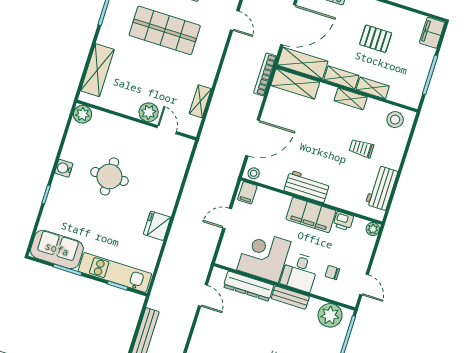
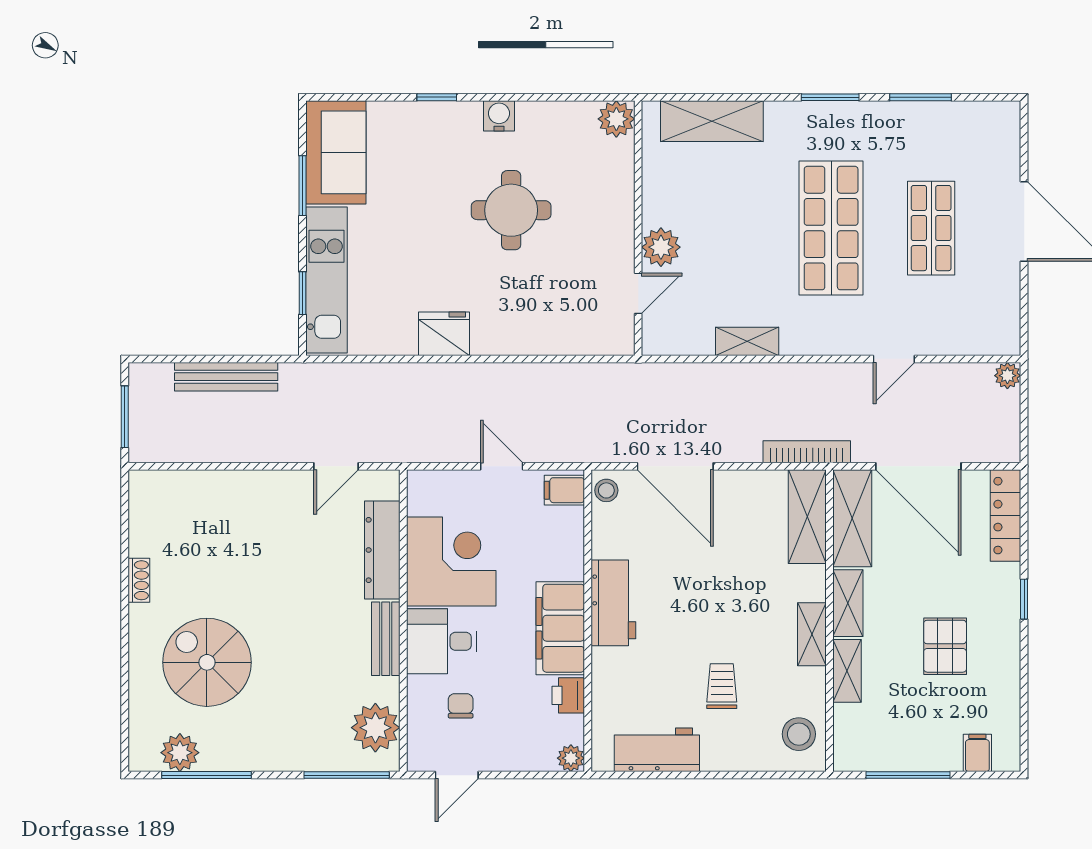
filing cabinet: (432, 33) -> (977, 753), width x0.50
shelving: (200, 101) -> (747, 341), moved

